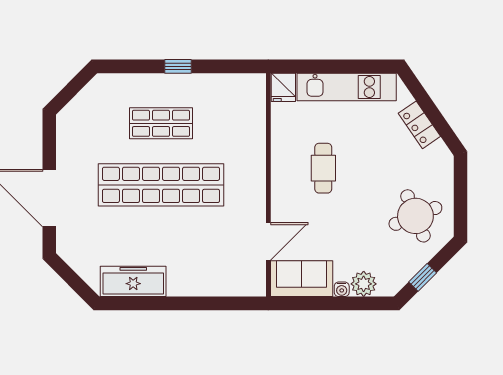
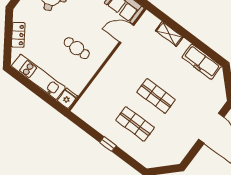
cafe table: (323, 168) -> (77, 48), turned 90
shop shelf: (161, 185) -> (156, 96), width x0.50, depth x0.74
shelving: (208, 286) -> (169, 34), added

